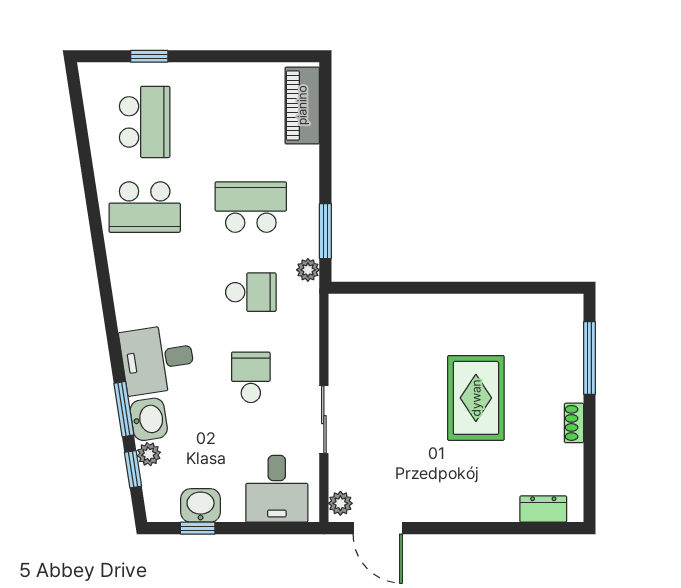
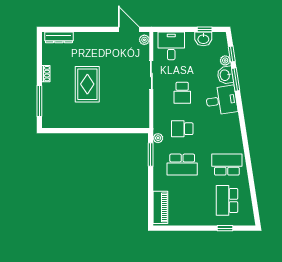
dresser: (543, 509) -> (59, 37), width x1.44

